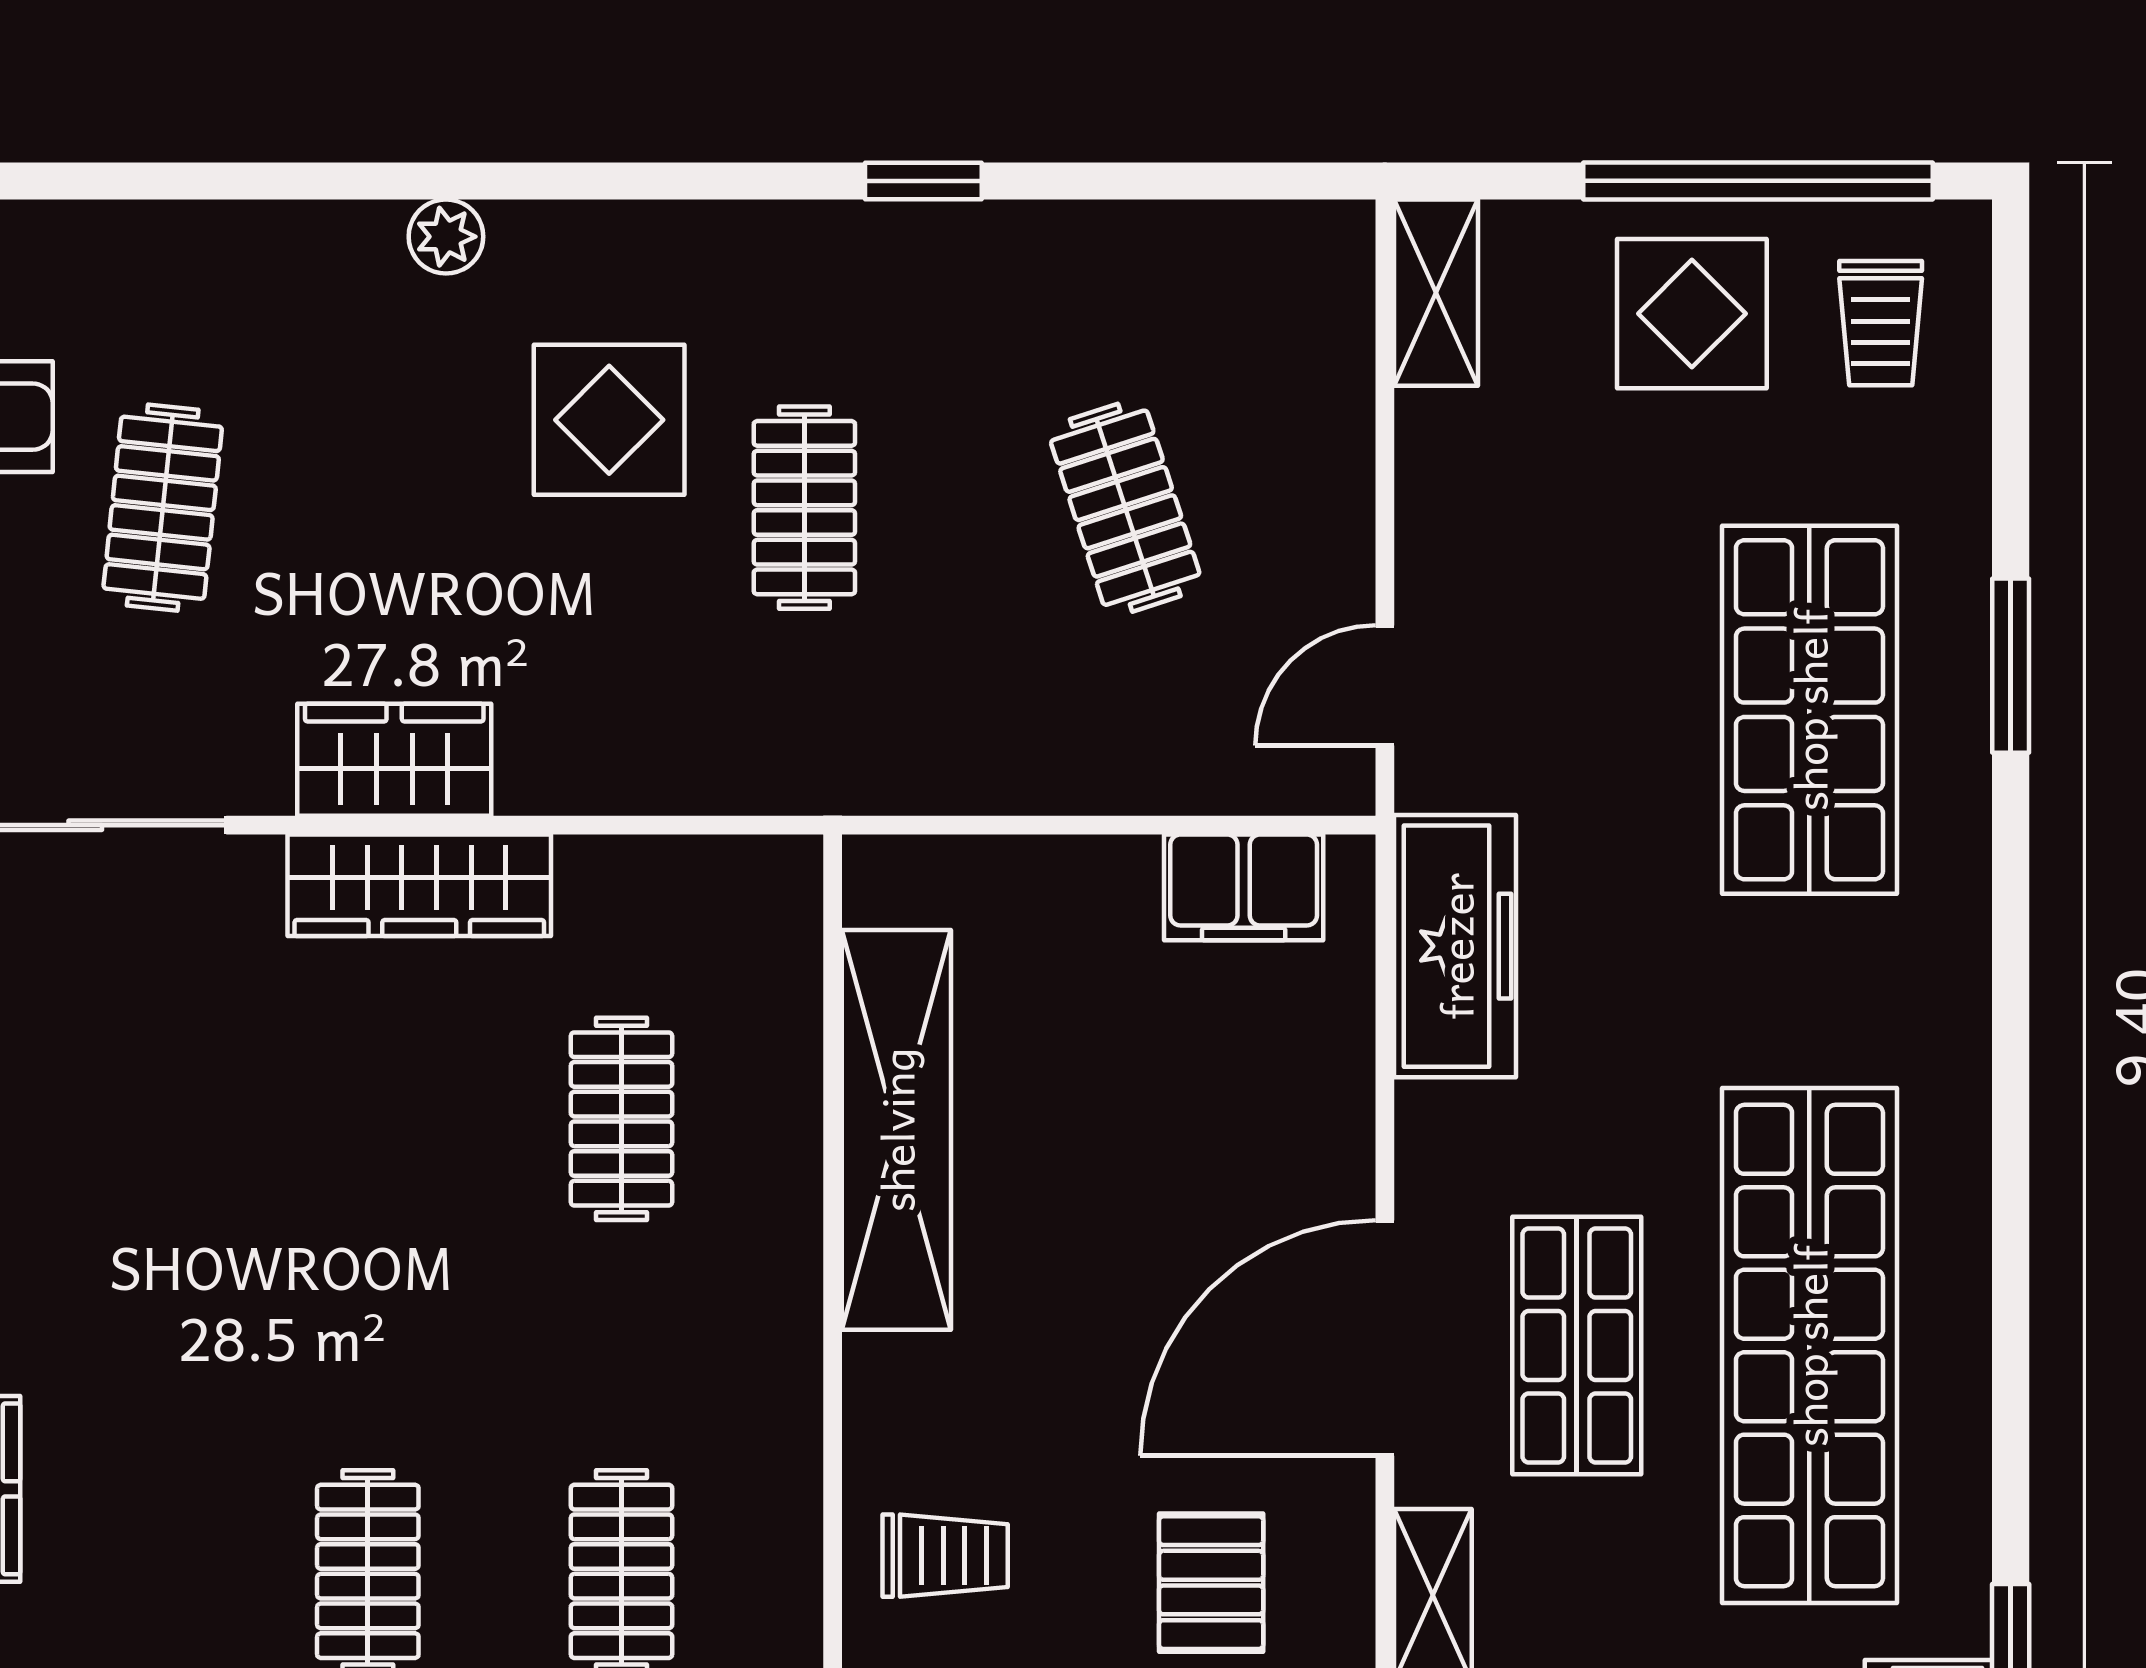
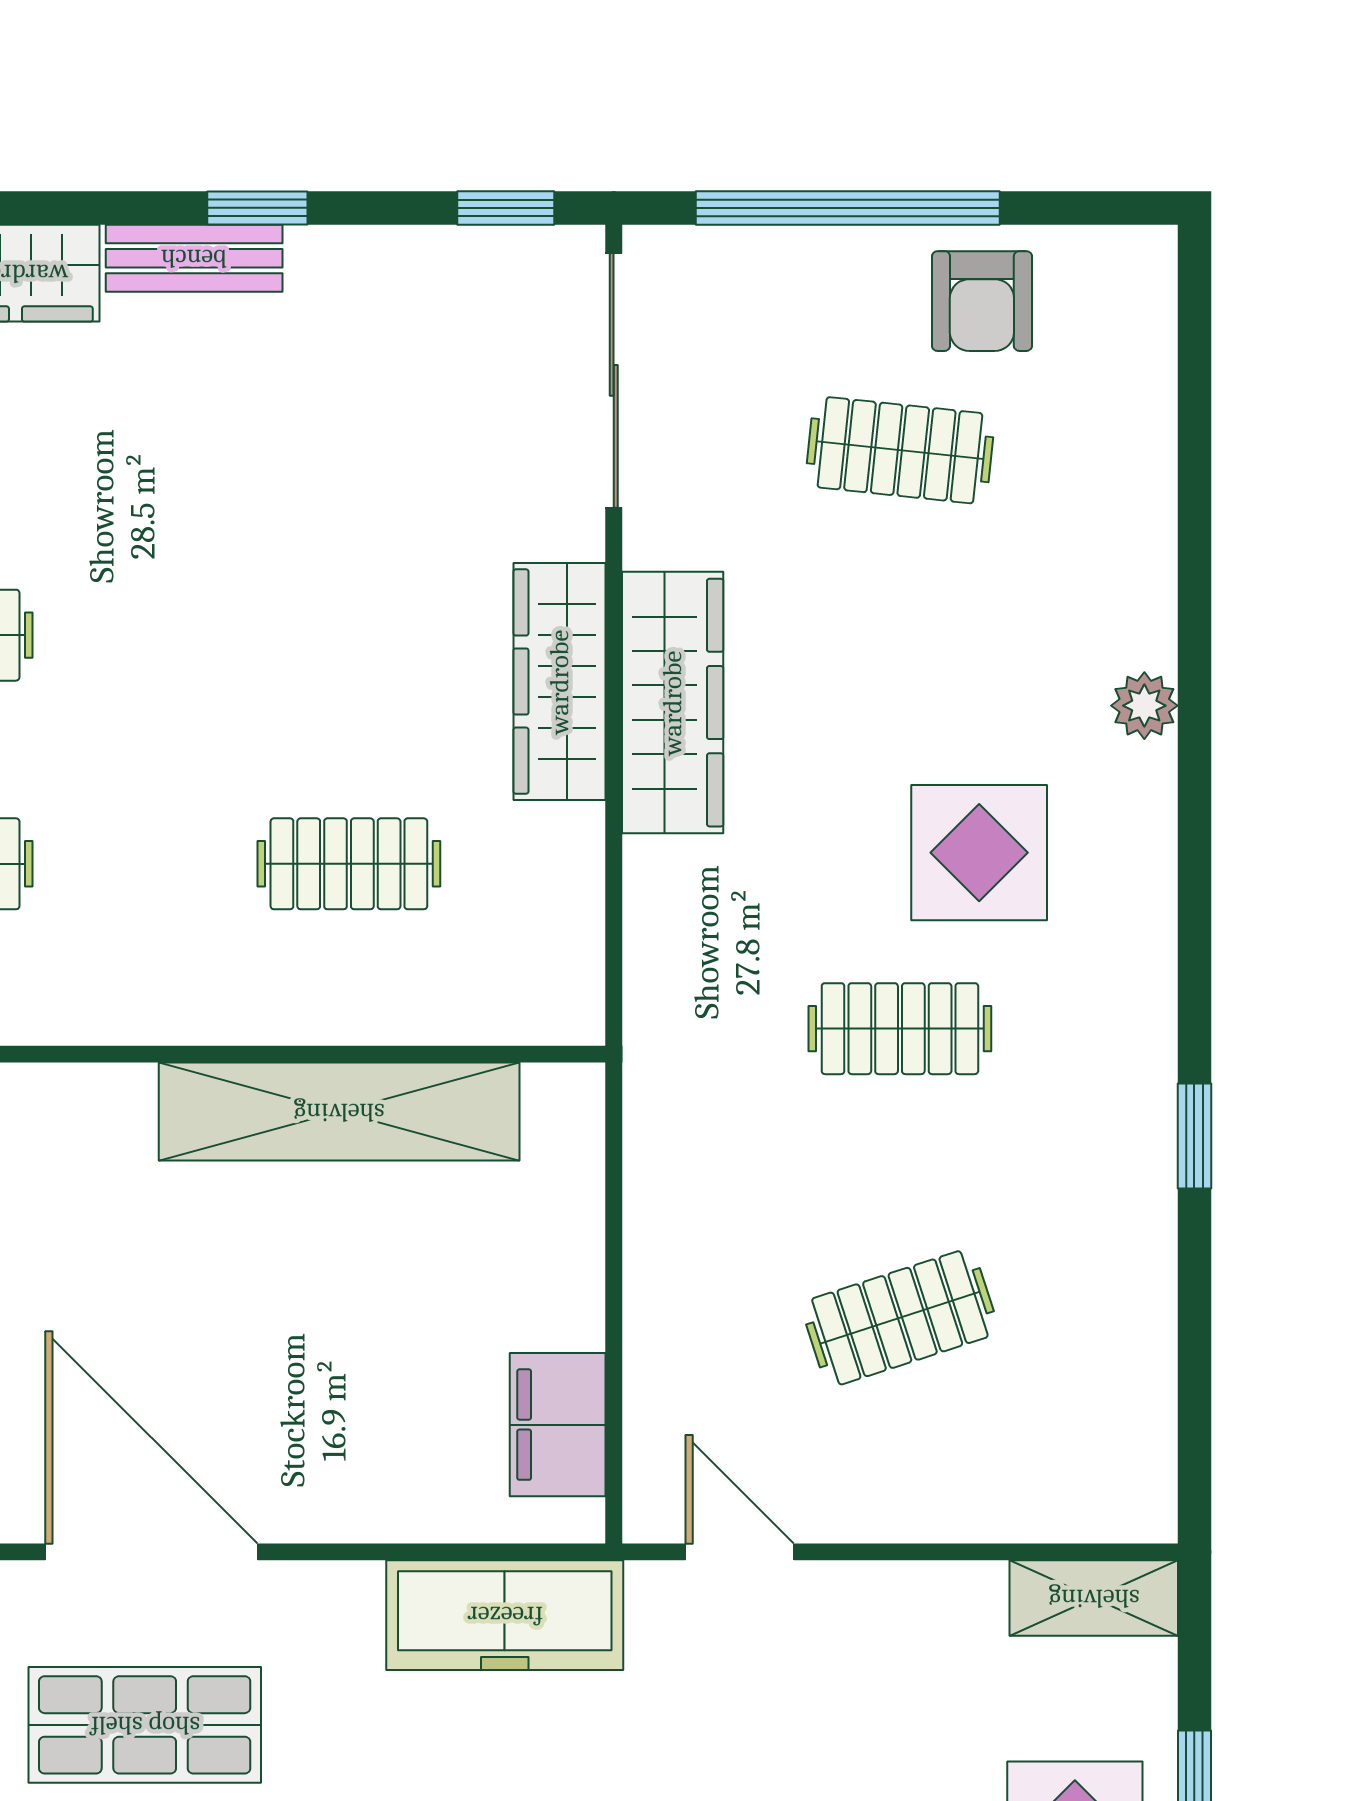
wardrobe: (394, 760) -> (673, 703), width x1.50

